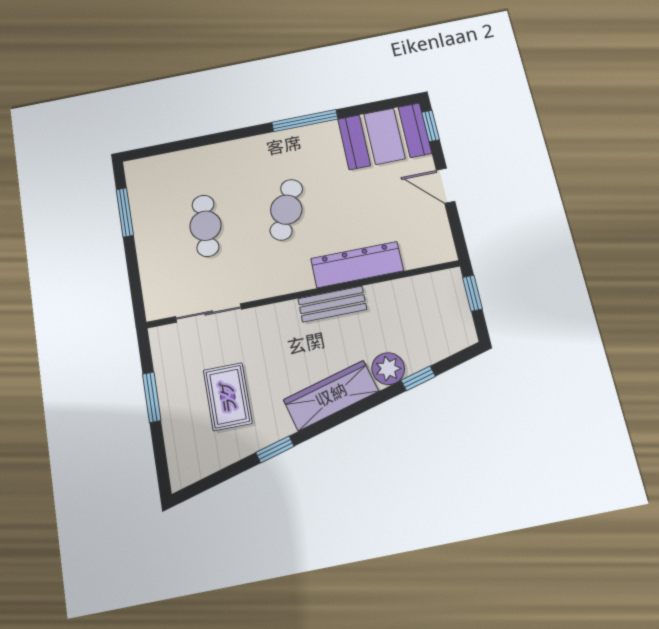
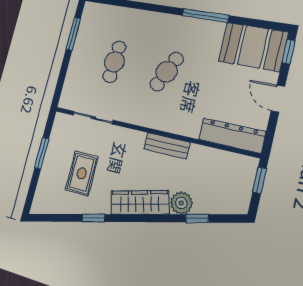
dresser: (357, 265) -> (232, 136), moved

